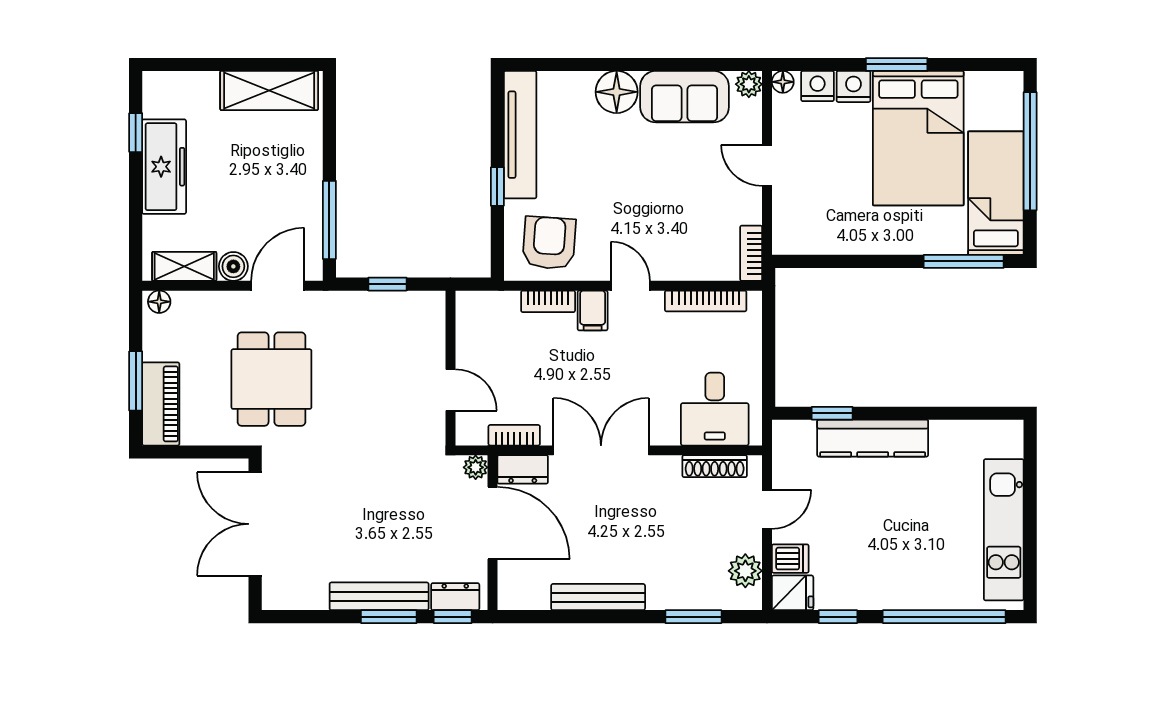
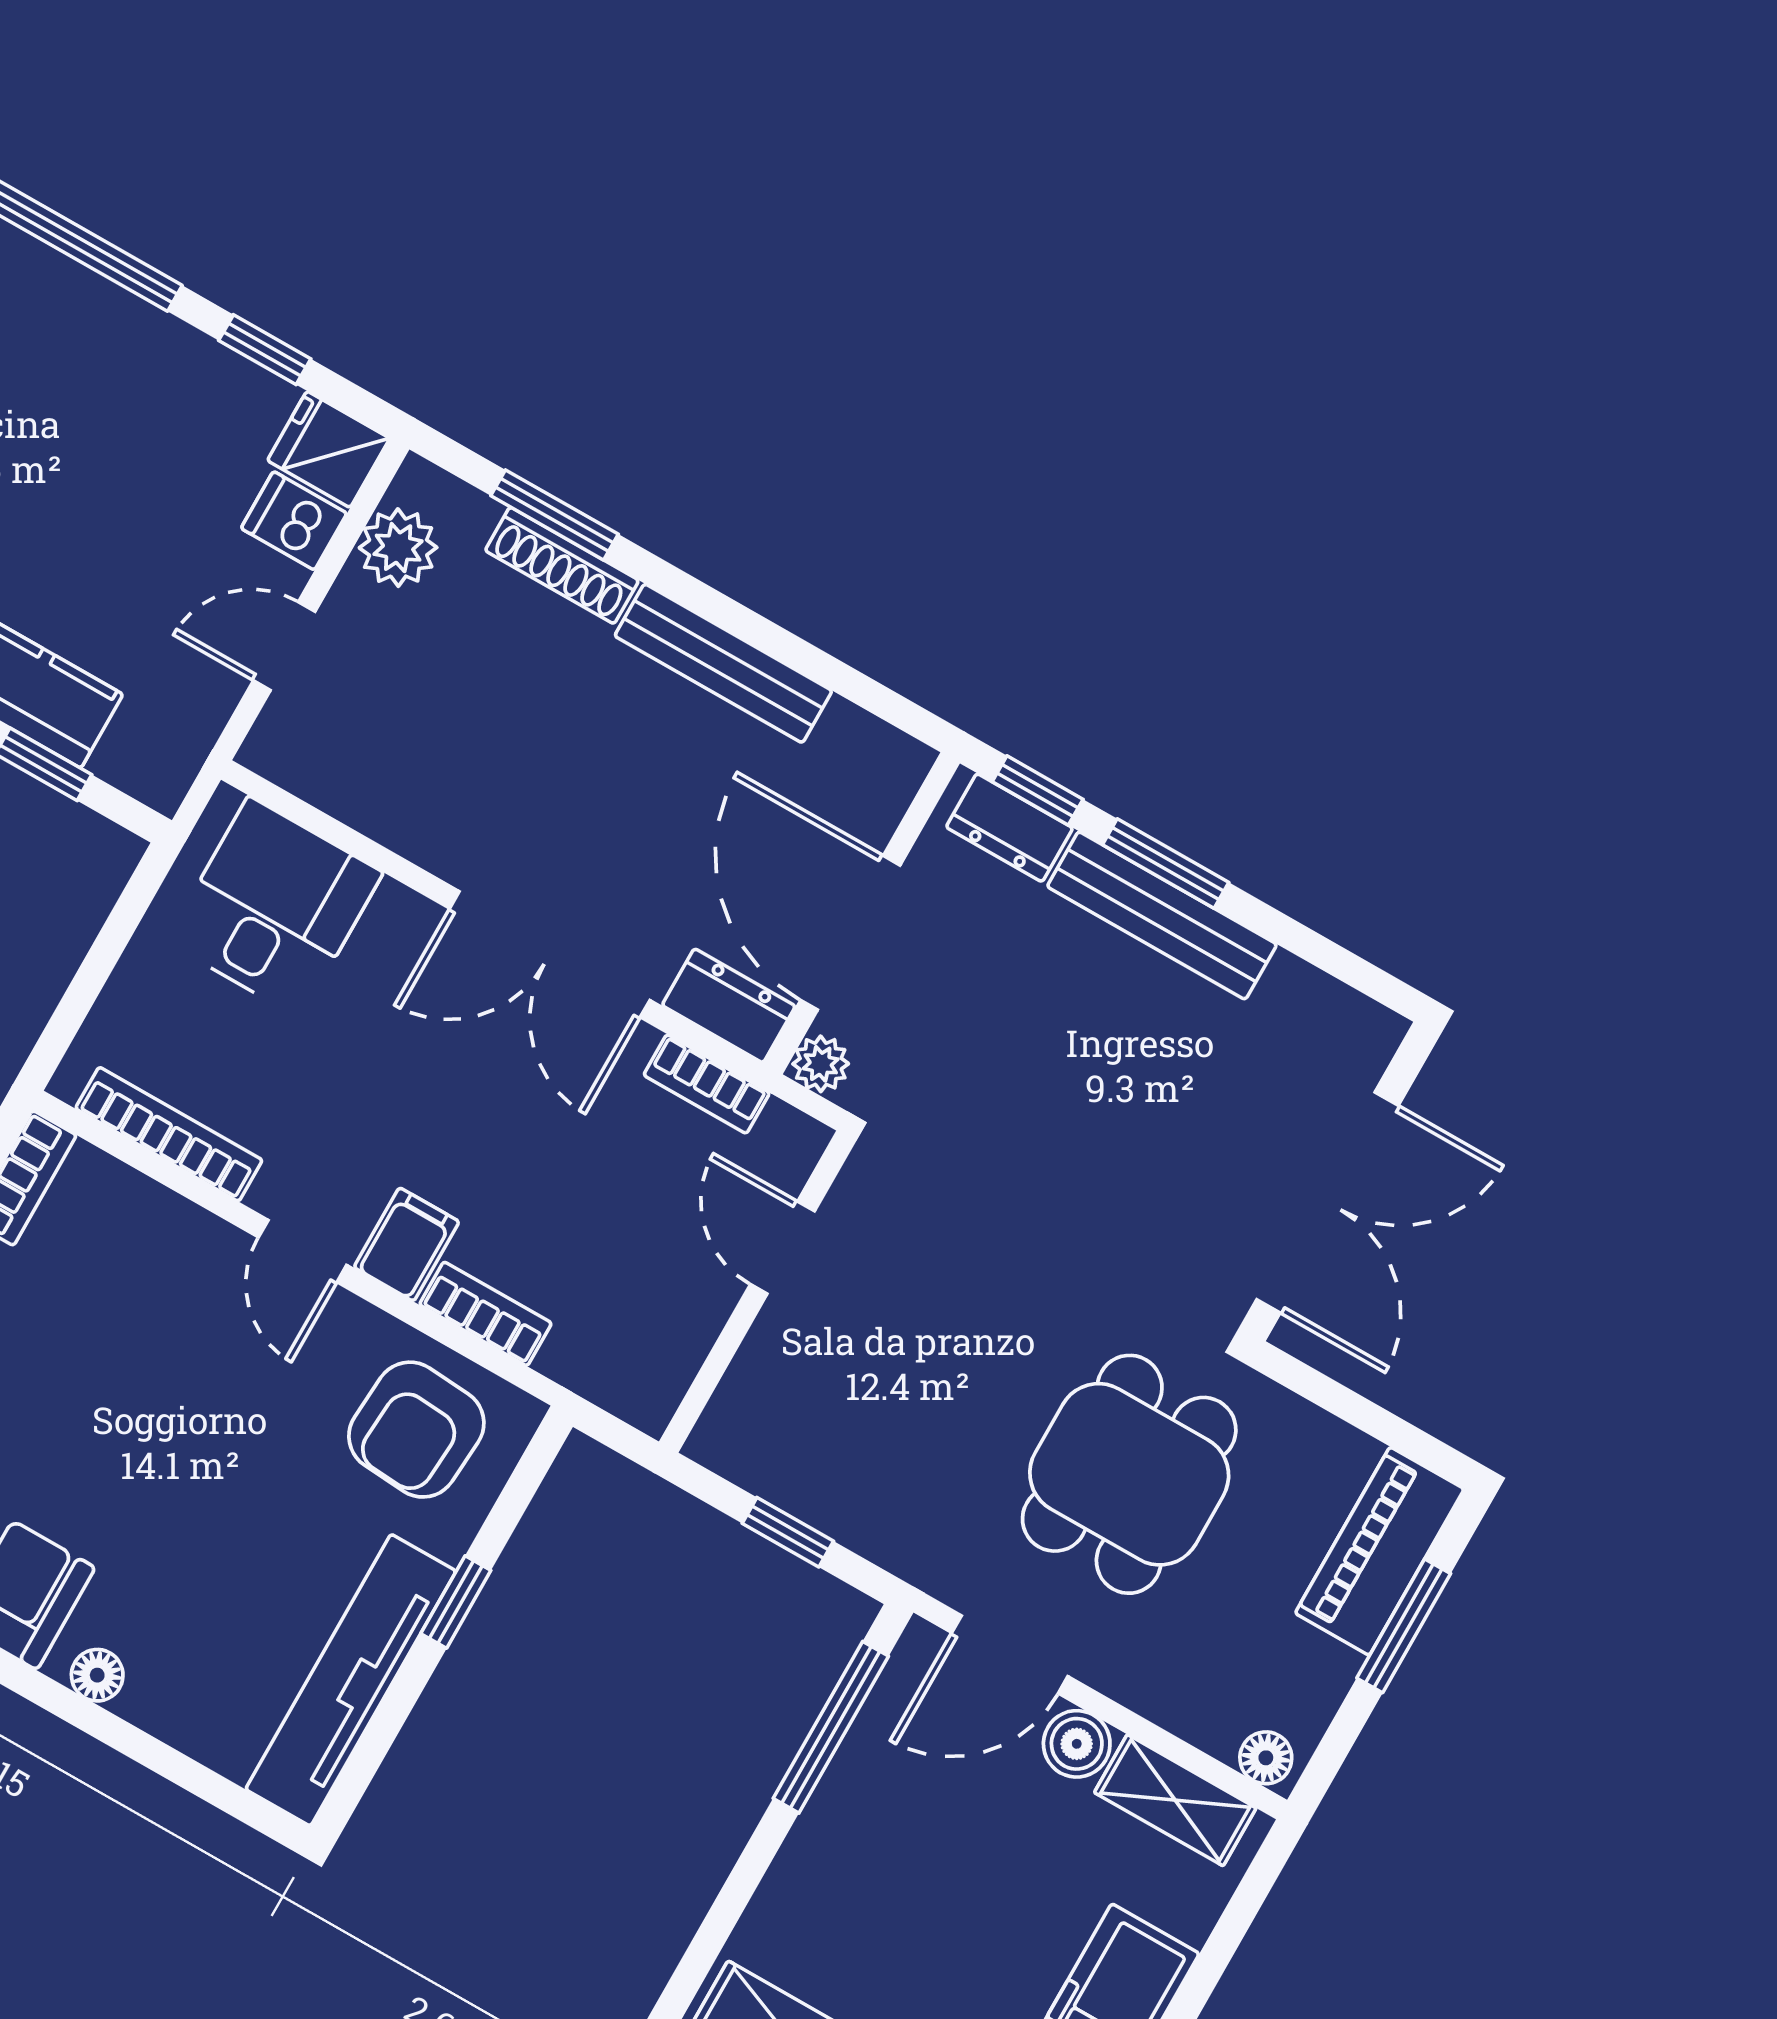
floor lamp: (617, 92) -> (97, 1675), width x0.53, depth x0.53
shoe rack: (715, 466) -> (562, 565), moved, turned 180

